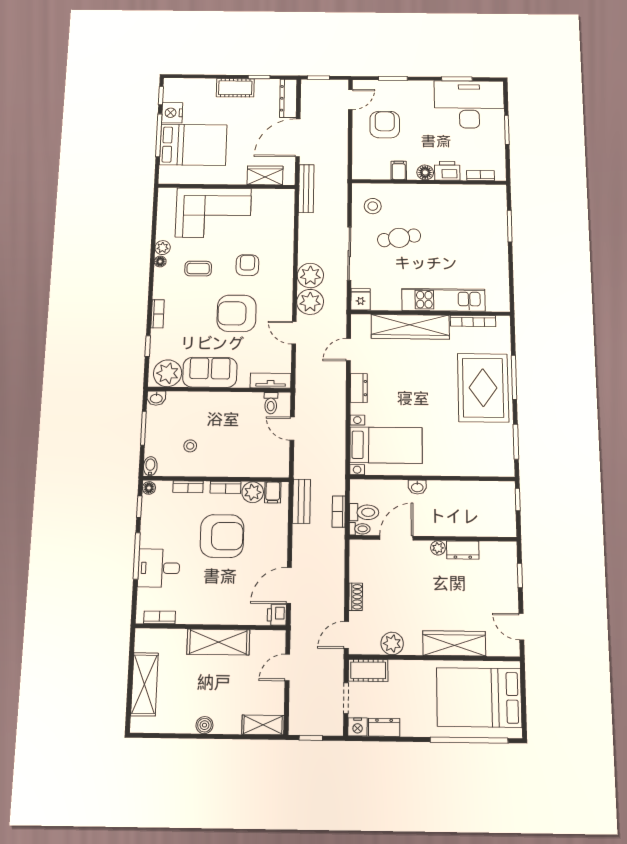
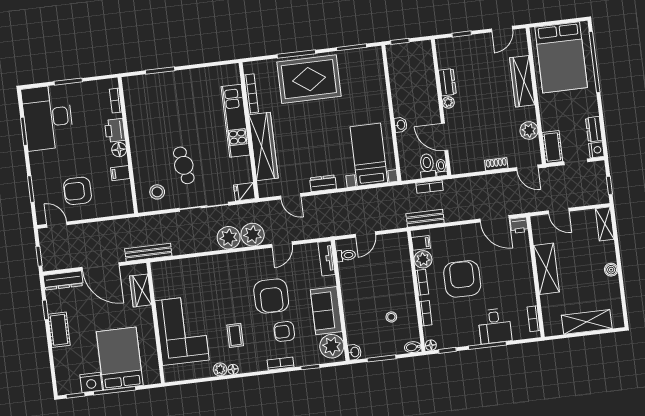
armchair: (247, 265) -> (284, 331), moved

